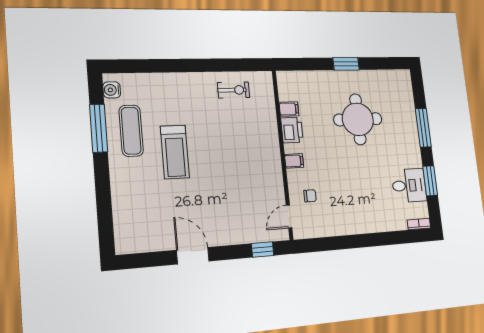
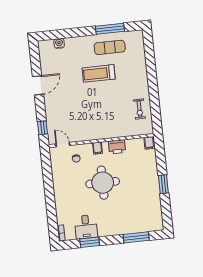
water cooler: (112, 90) -> (59, 43), moved
filing cabinet: (289, 109) -> (149, 143), moved
round table: (358, 119) -> (103, 183), moved
window: (423, 128) -> (136, 237), moved

